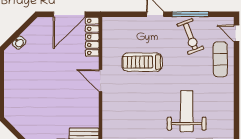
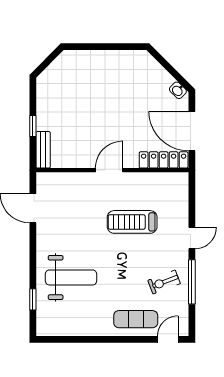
exercise bike: (190, 37) -> (164, 282), width x0.73, depth x0.72
washbasin: (19, 43) -> (178, 90), moved
treadmill: (142, 62) -> (132, 222), turned -90

